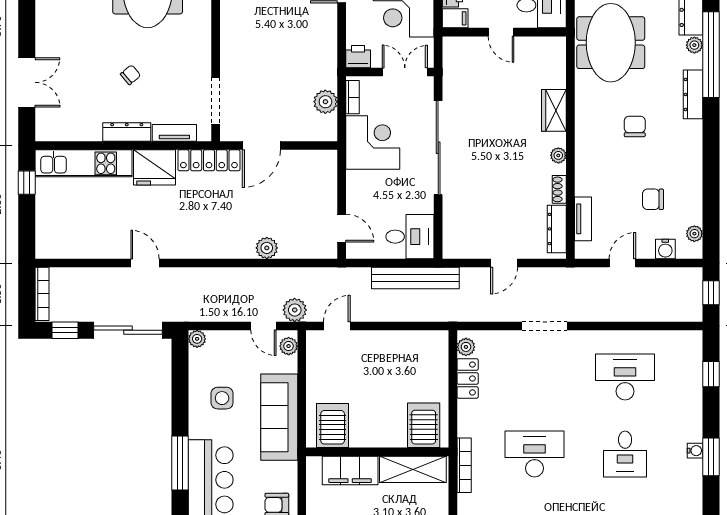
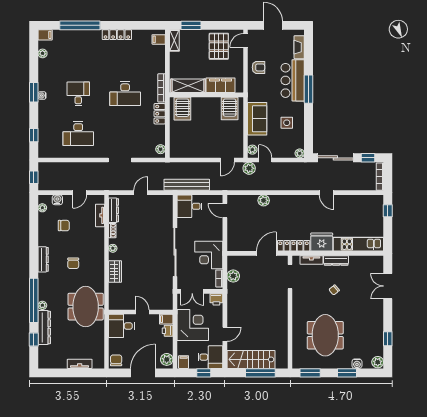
dresser: (693, 94) -> (43, 259), moved
window: (27, 183) -> (388, 211), moved
locker: (468, 378) -> (160, 114), moved
sofa: (279, 417) -> (257, 119), width x0.73

